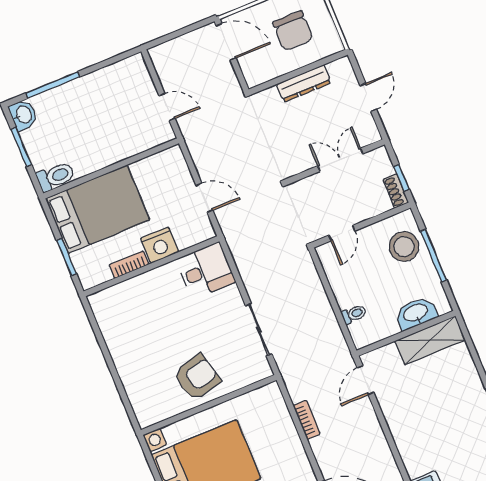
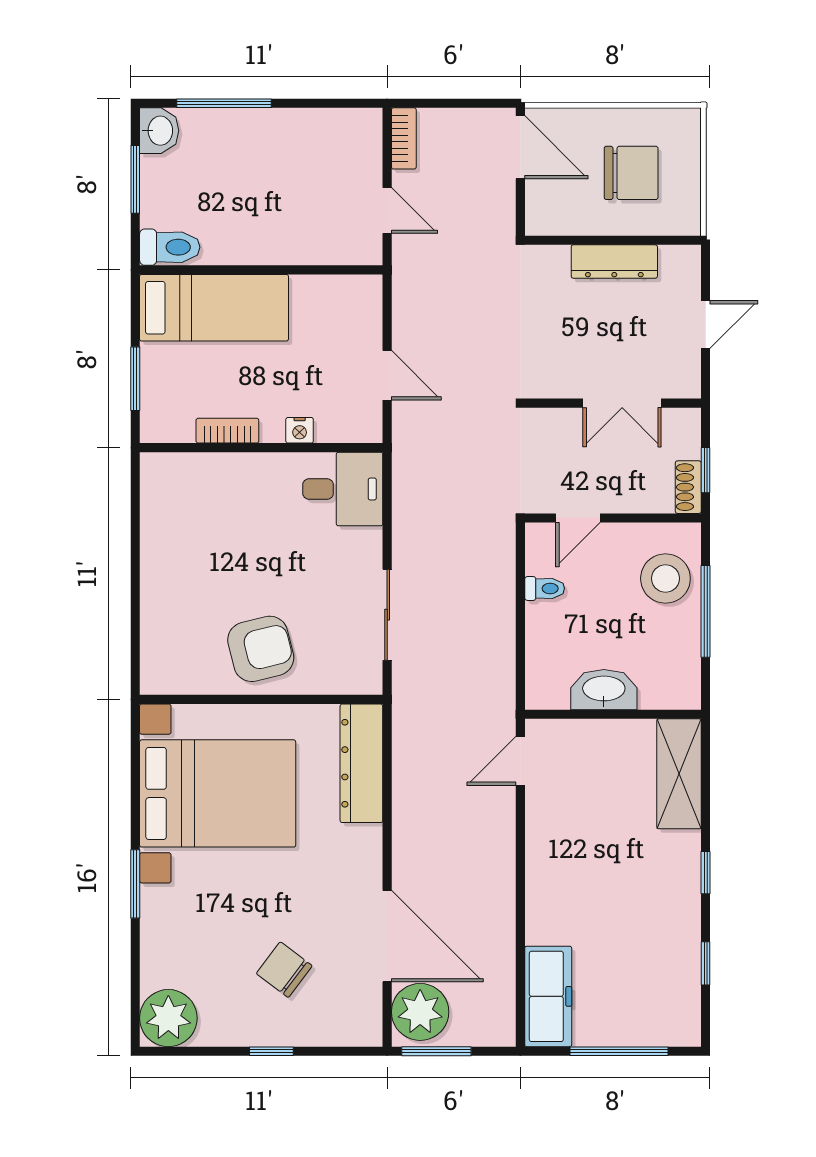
chair: (293, 31) -> (631, 173), turned -90
double door: (340, 160) -> (622, 403), swing flipped
bed: (98, 209) -> (214, 308), width x0.67
nightstand: (160, 245) -> (300, 430), width x0.53, depth x0.56
washbasin: (416, 313) -> (604, 690), moved
toilet: (354, 314) -> (545, 588), moved
shelving: (430, 340) -> (679, 774), moved, turned 90
dresser: (278, 417) -> (361, 763), added
bookcase: (307, 420) -> (404, 138), moved

